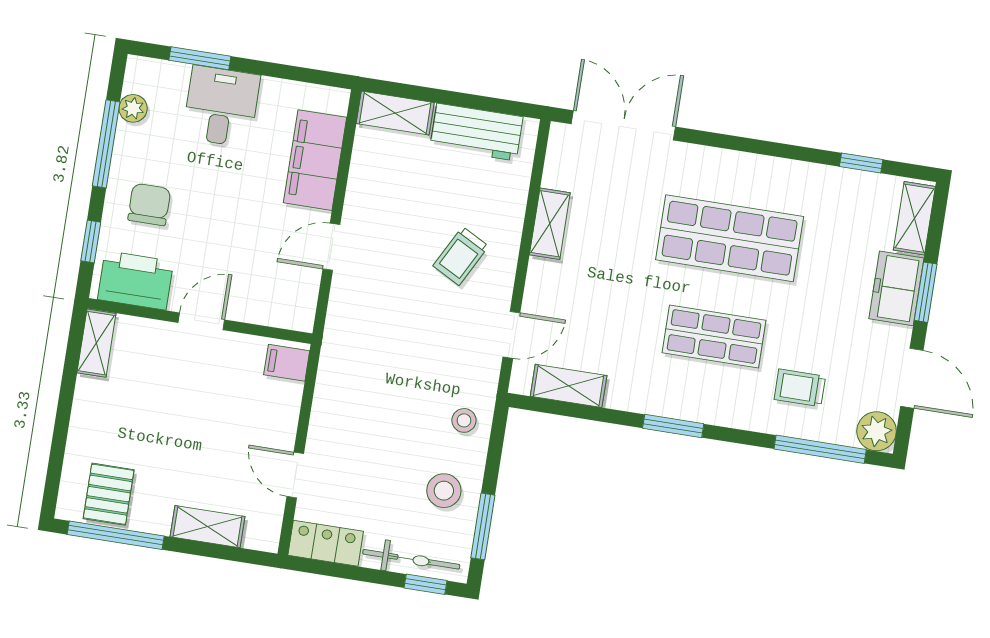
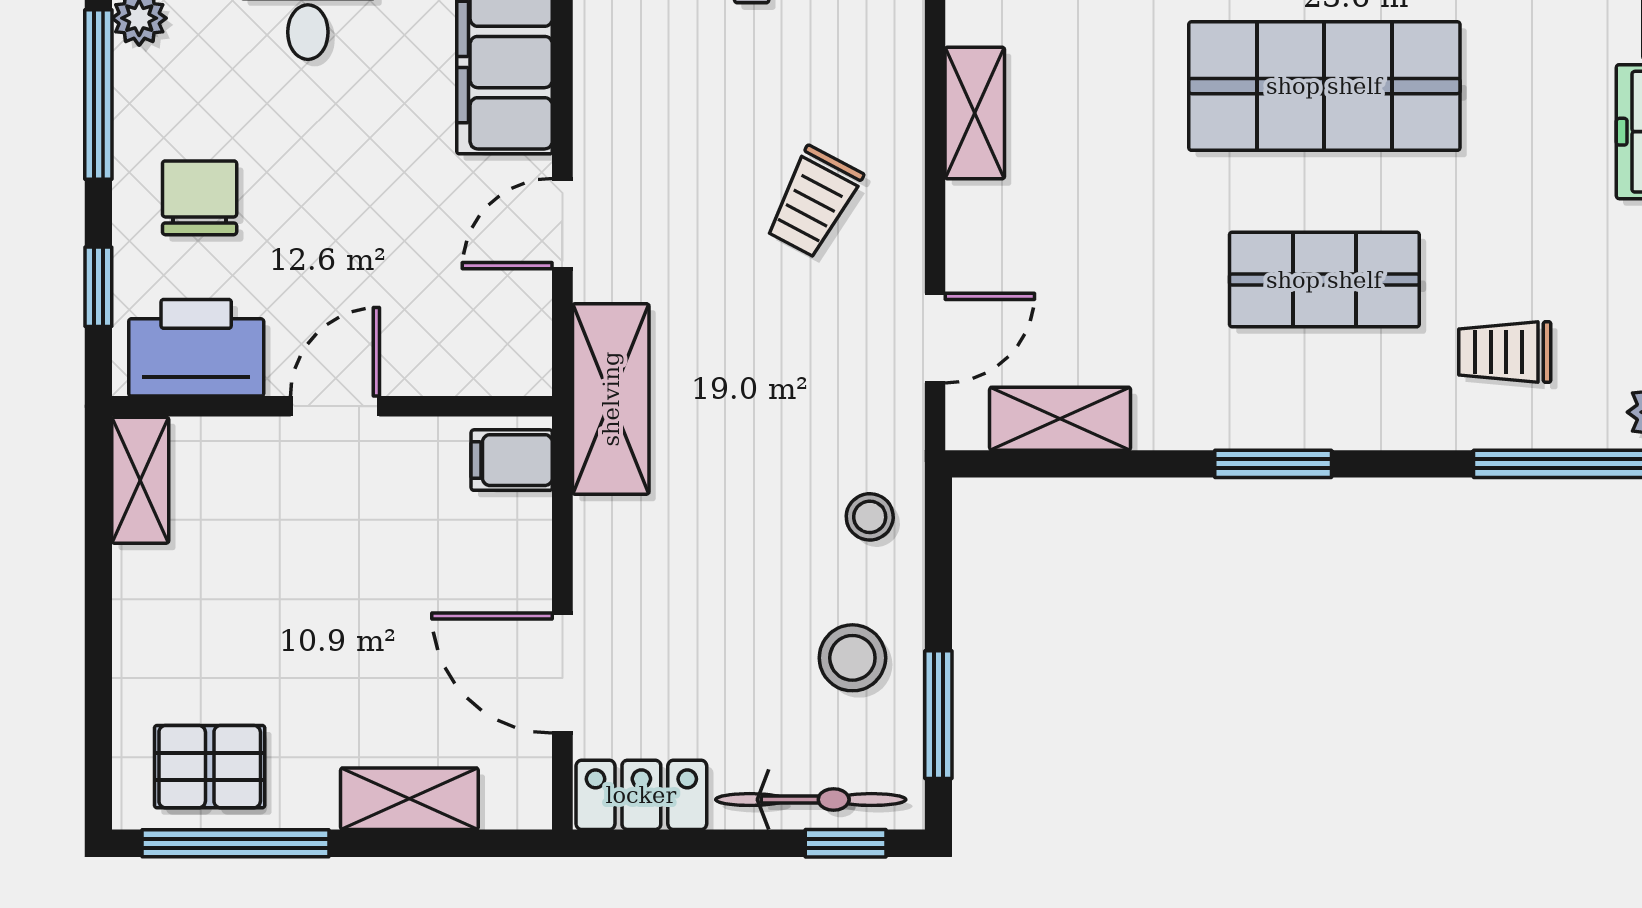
shelving: (342, 340) -> (611, 399), added
door: (295, 475) -> (562, 673), width x1.38
pallet: (109, 494) -> (210, 767), turned 90

